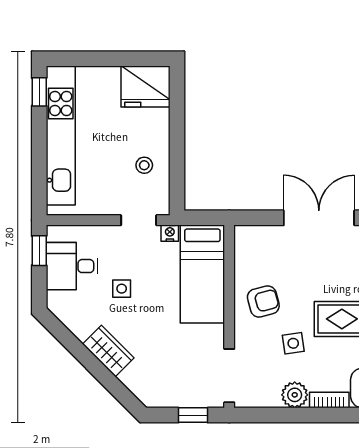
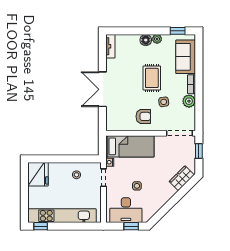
window: (39, 251) -> (131, 226), moved
desk: (72, 266) -> (126, 210), width x1.37
armchair: (263, 301) -> (143, 116), turned 105
wardrobe: (108, 351) -> (182, 178), moved

